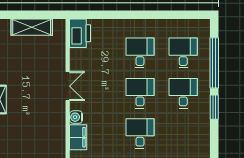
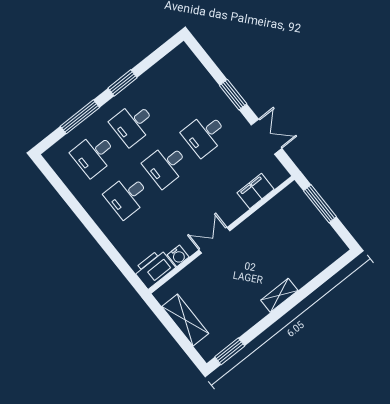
window: (214, 63) -> (80, 117), width x0.68
water cooler: (76, 117) -> (178, 256), moved

